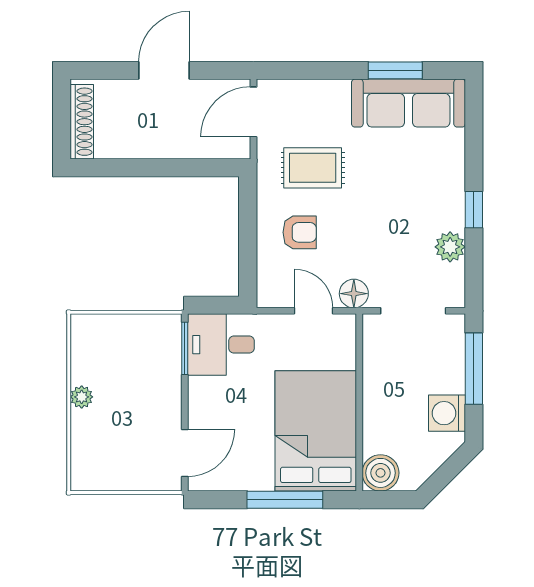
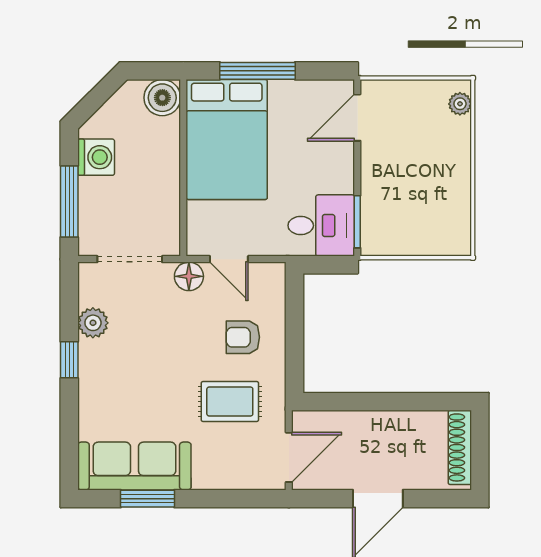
plant: (82, 397) -> (460, 104), moved

